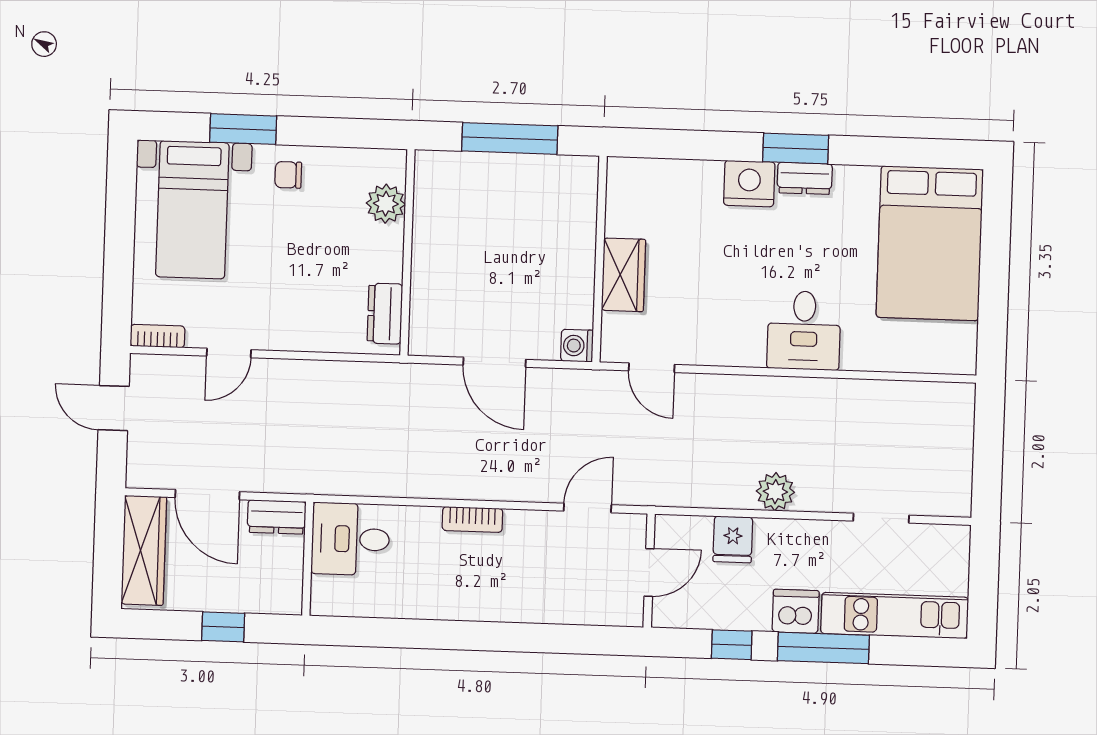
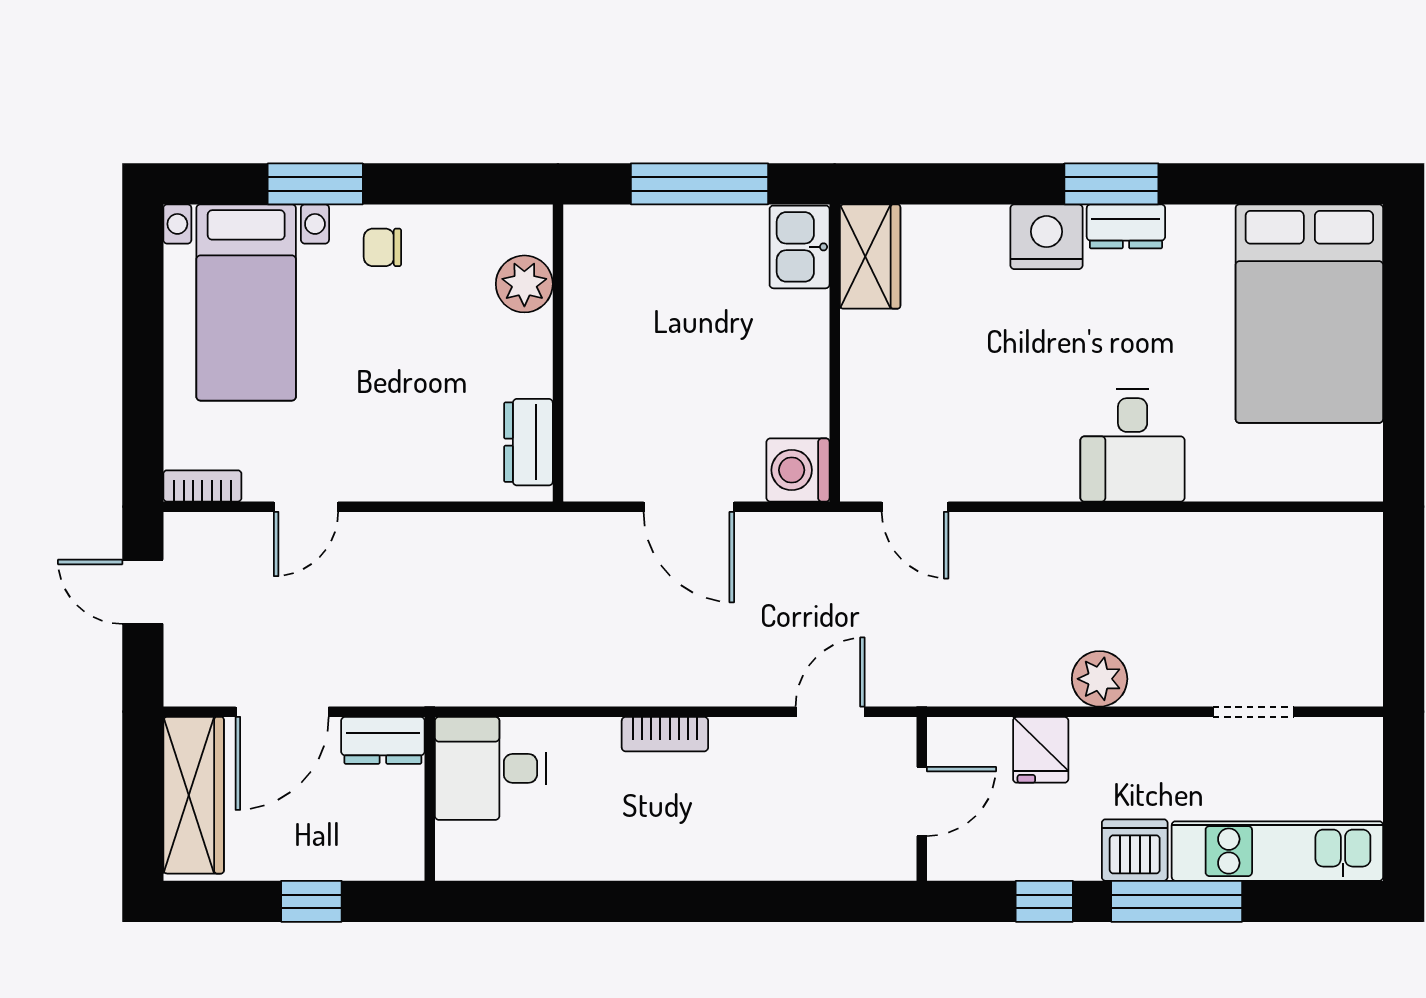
kitchen sink: (578, 185) -> (800, 247), added
wardrobe: (624, 275) -> (870, 257), moved
washing machine: (577, 346) -> (798, 470), width x1.38, depth x1.38
door: (207, 495) -> (282, 712), hinge flipped

